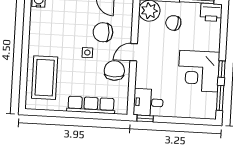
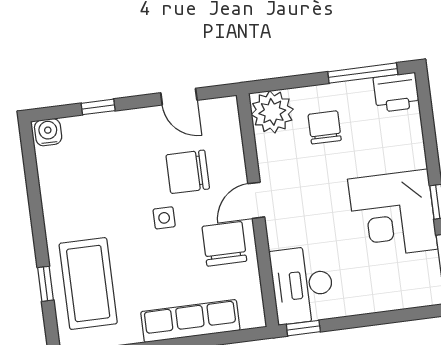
chair: (173, 23) -> (325, 127), turned 79
window: (24, 74) -> (46, 284), added
desk: (148, 102) -> (302, 285), width x1.37

